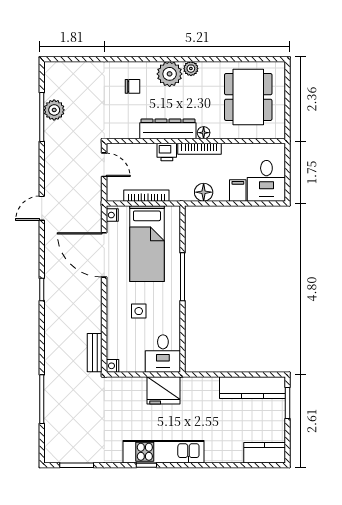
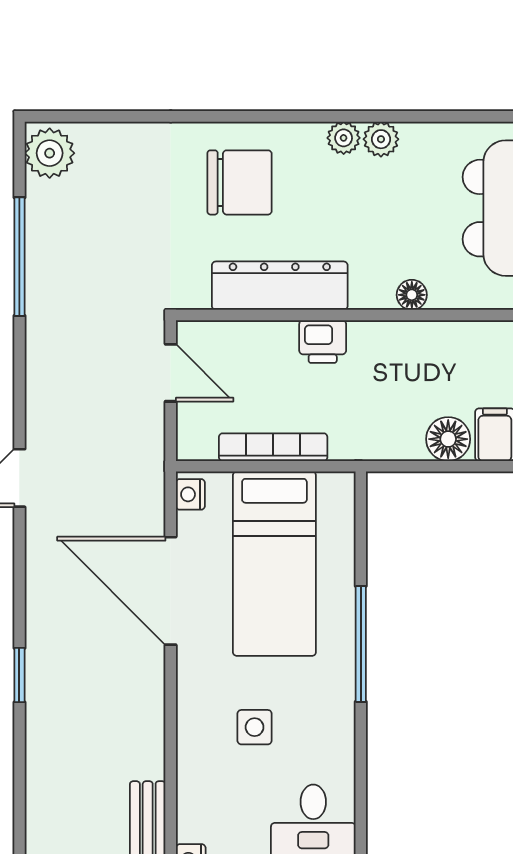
plant: (170, 74) -> (344, 138), width x0.53, depth x0.53
chair: (133, 86) -> (240, 182), width x1.87, depth x1.87
plant: (54, 110) -> (50, 153), moved
dresser: (168, 129) -> (280, 286), moved
bookcase: (199, 149) -> (402, 334), removed
floor lamp: (204, 192) -> (448, 439), moved

